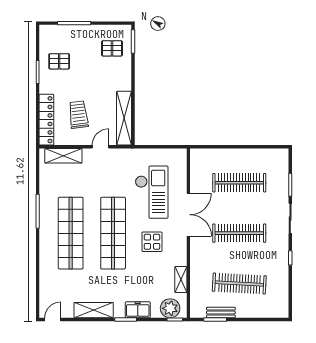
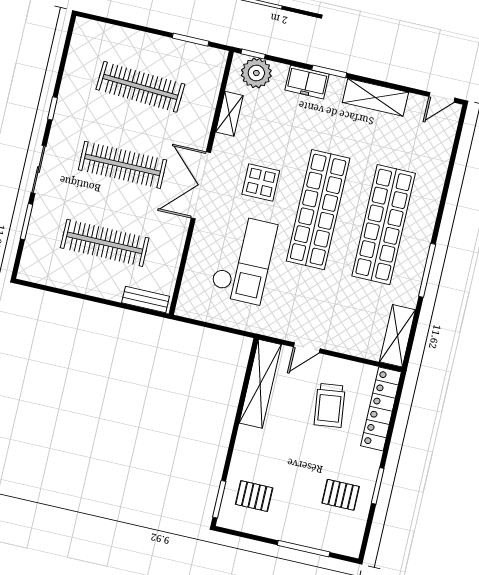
shelving: (63, 156) -> (397, 336), moved, turned 90
checkout: (152, 192) -> (244, 259), turned 180
double door: (188, 215) -> (201, 185), moved
bench: (221, 313) -> (146, 299), moved

